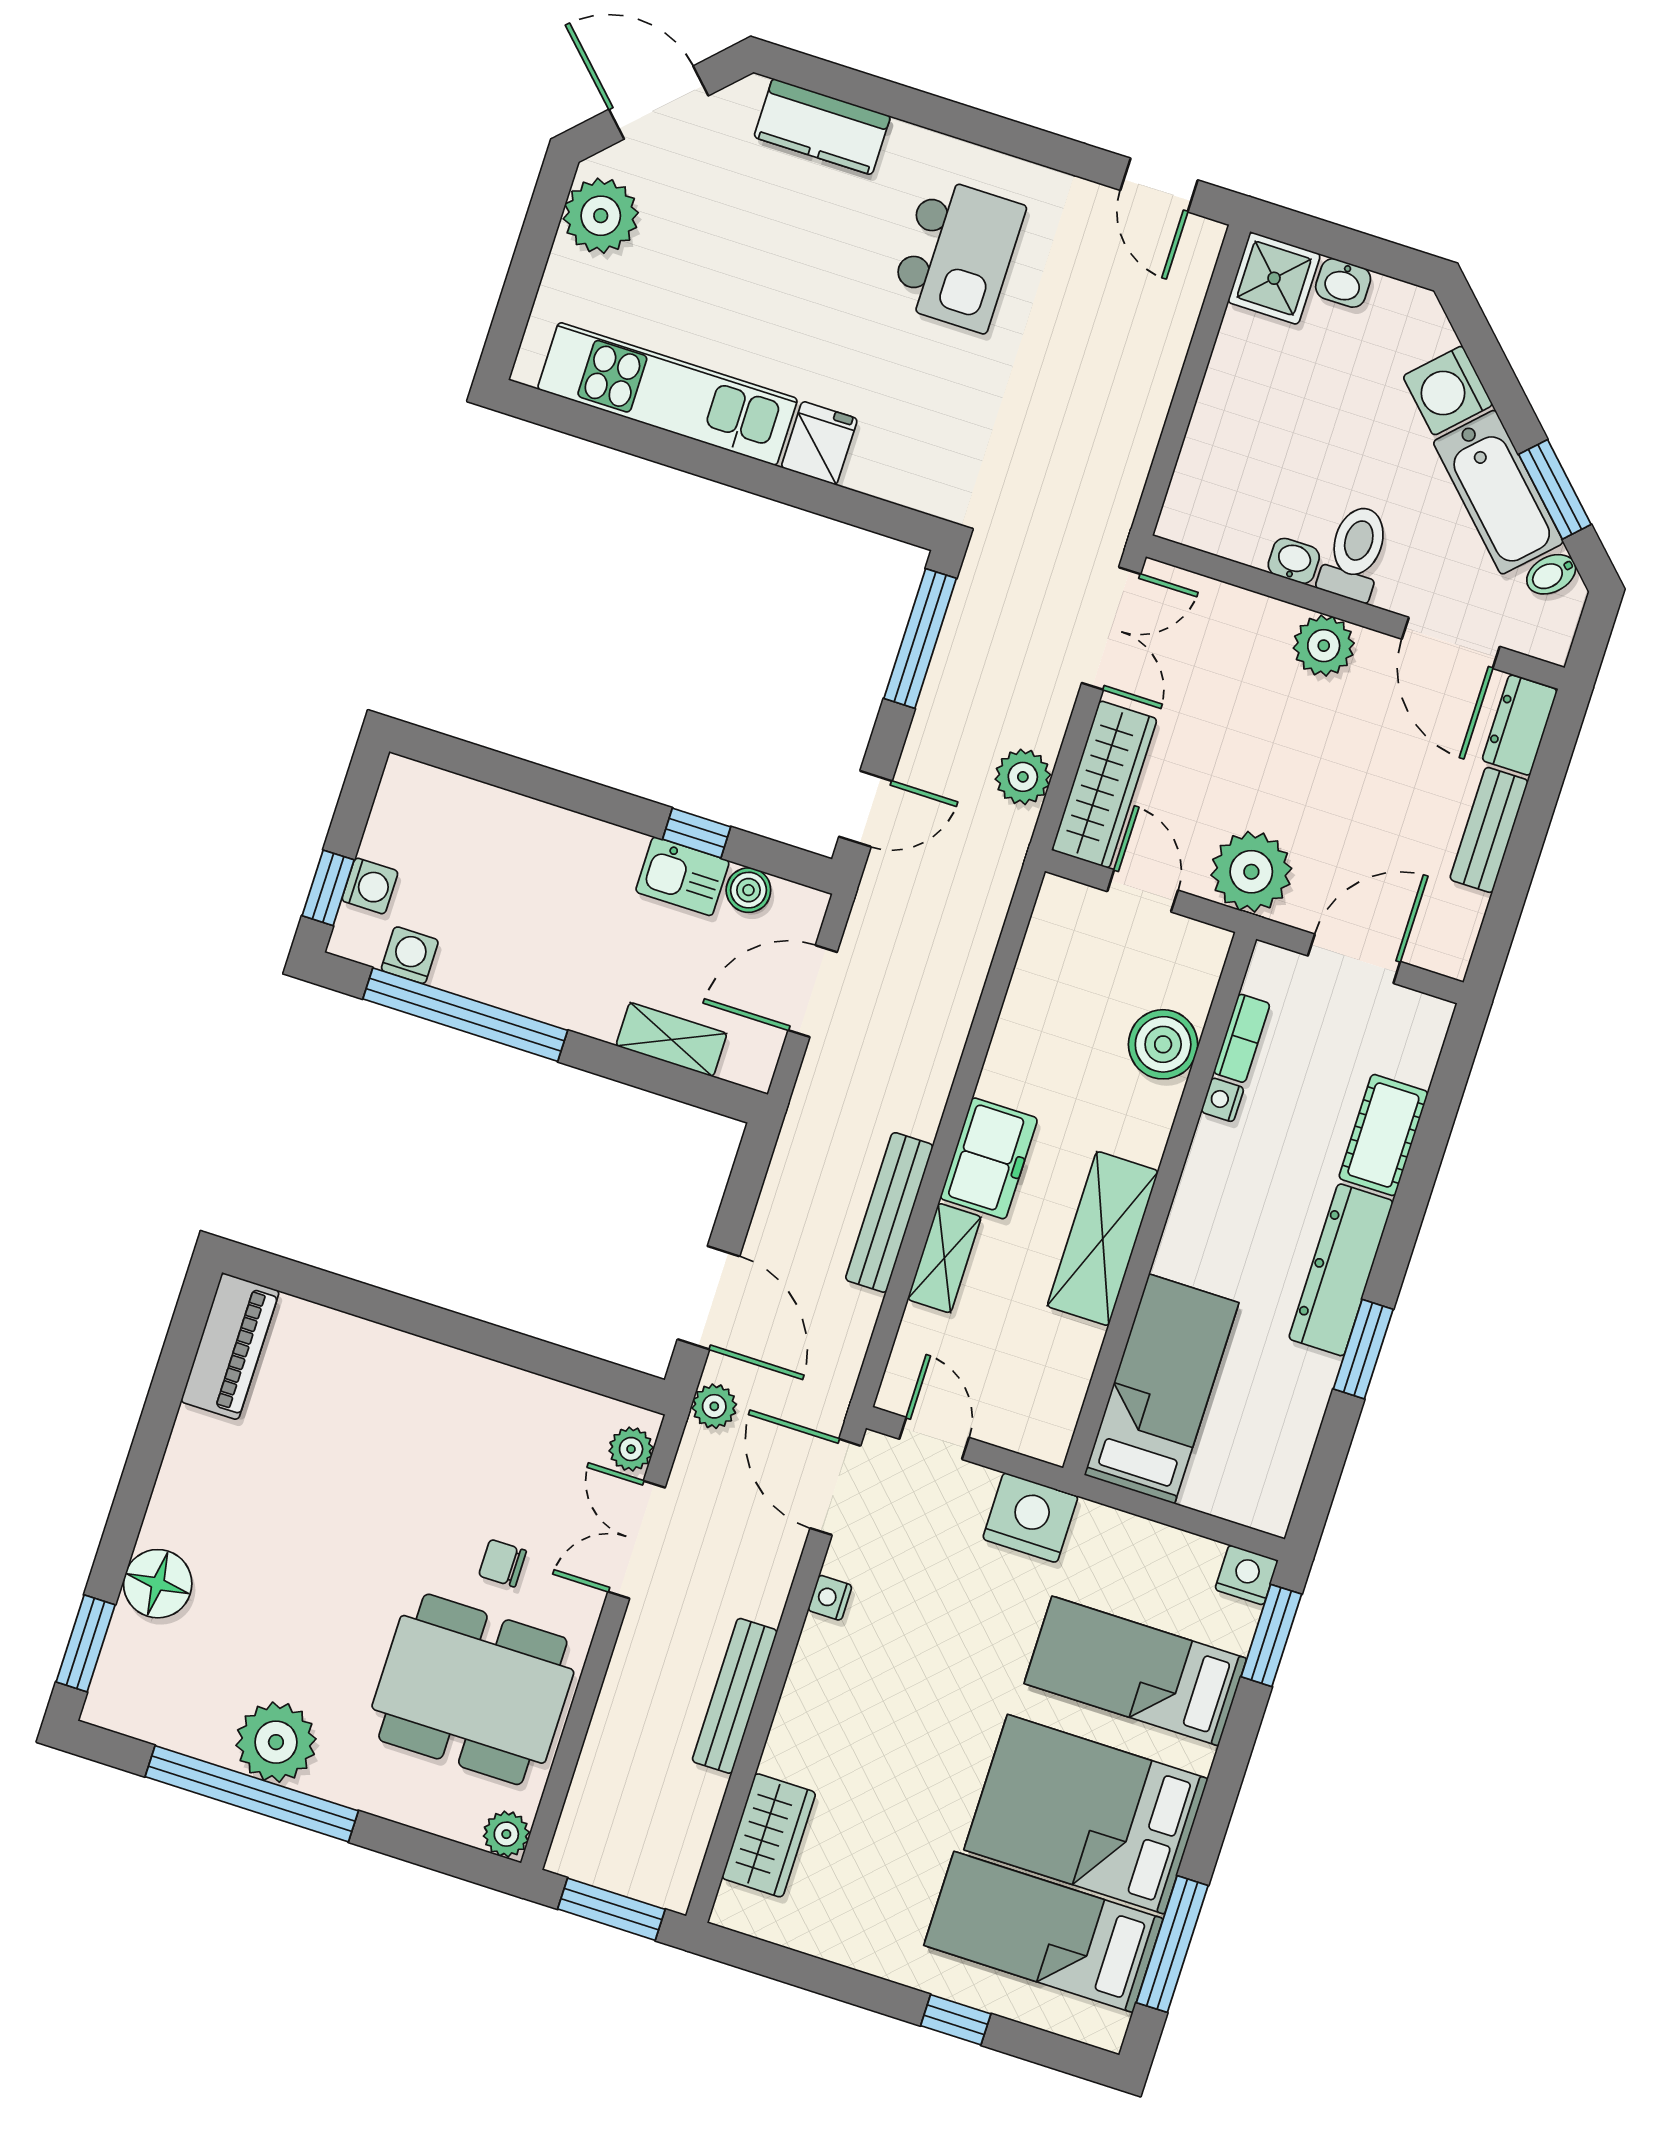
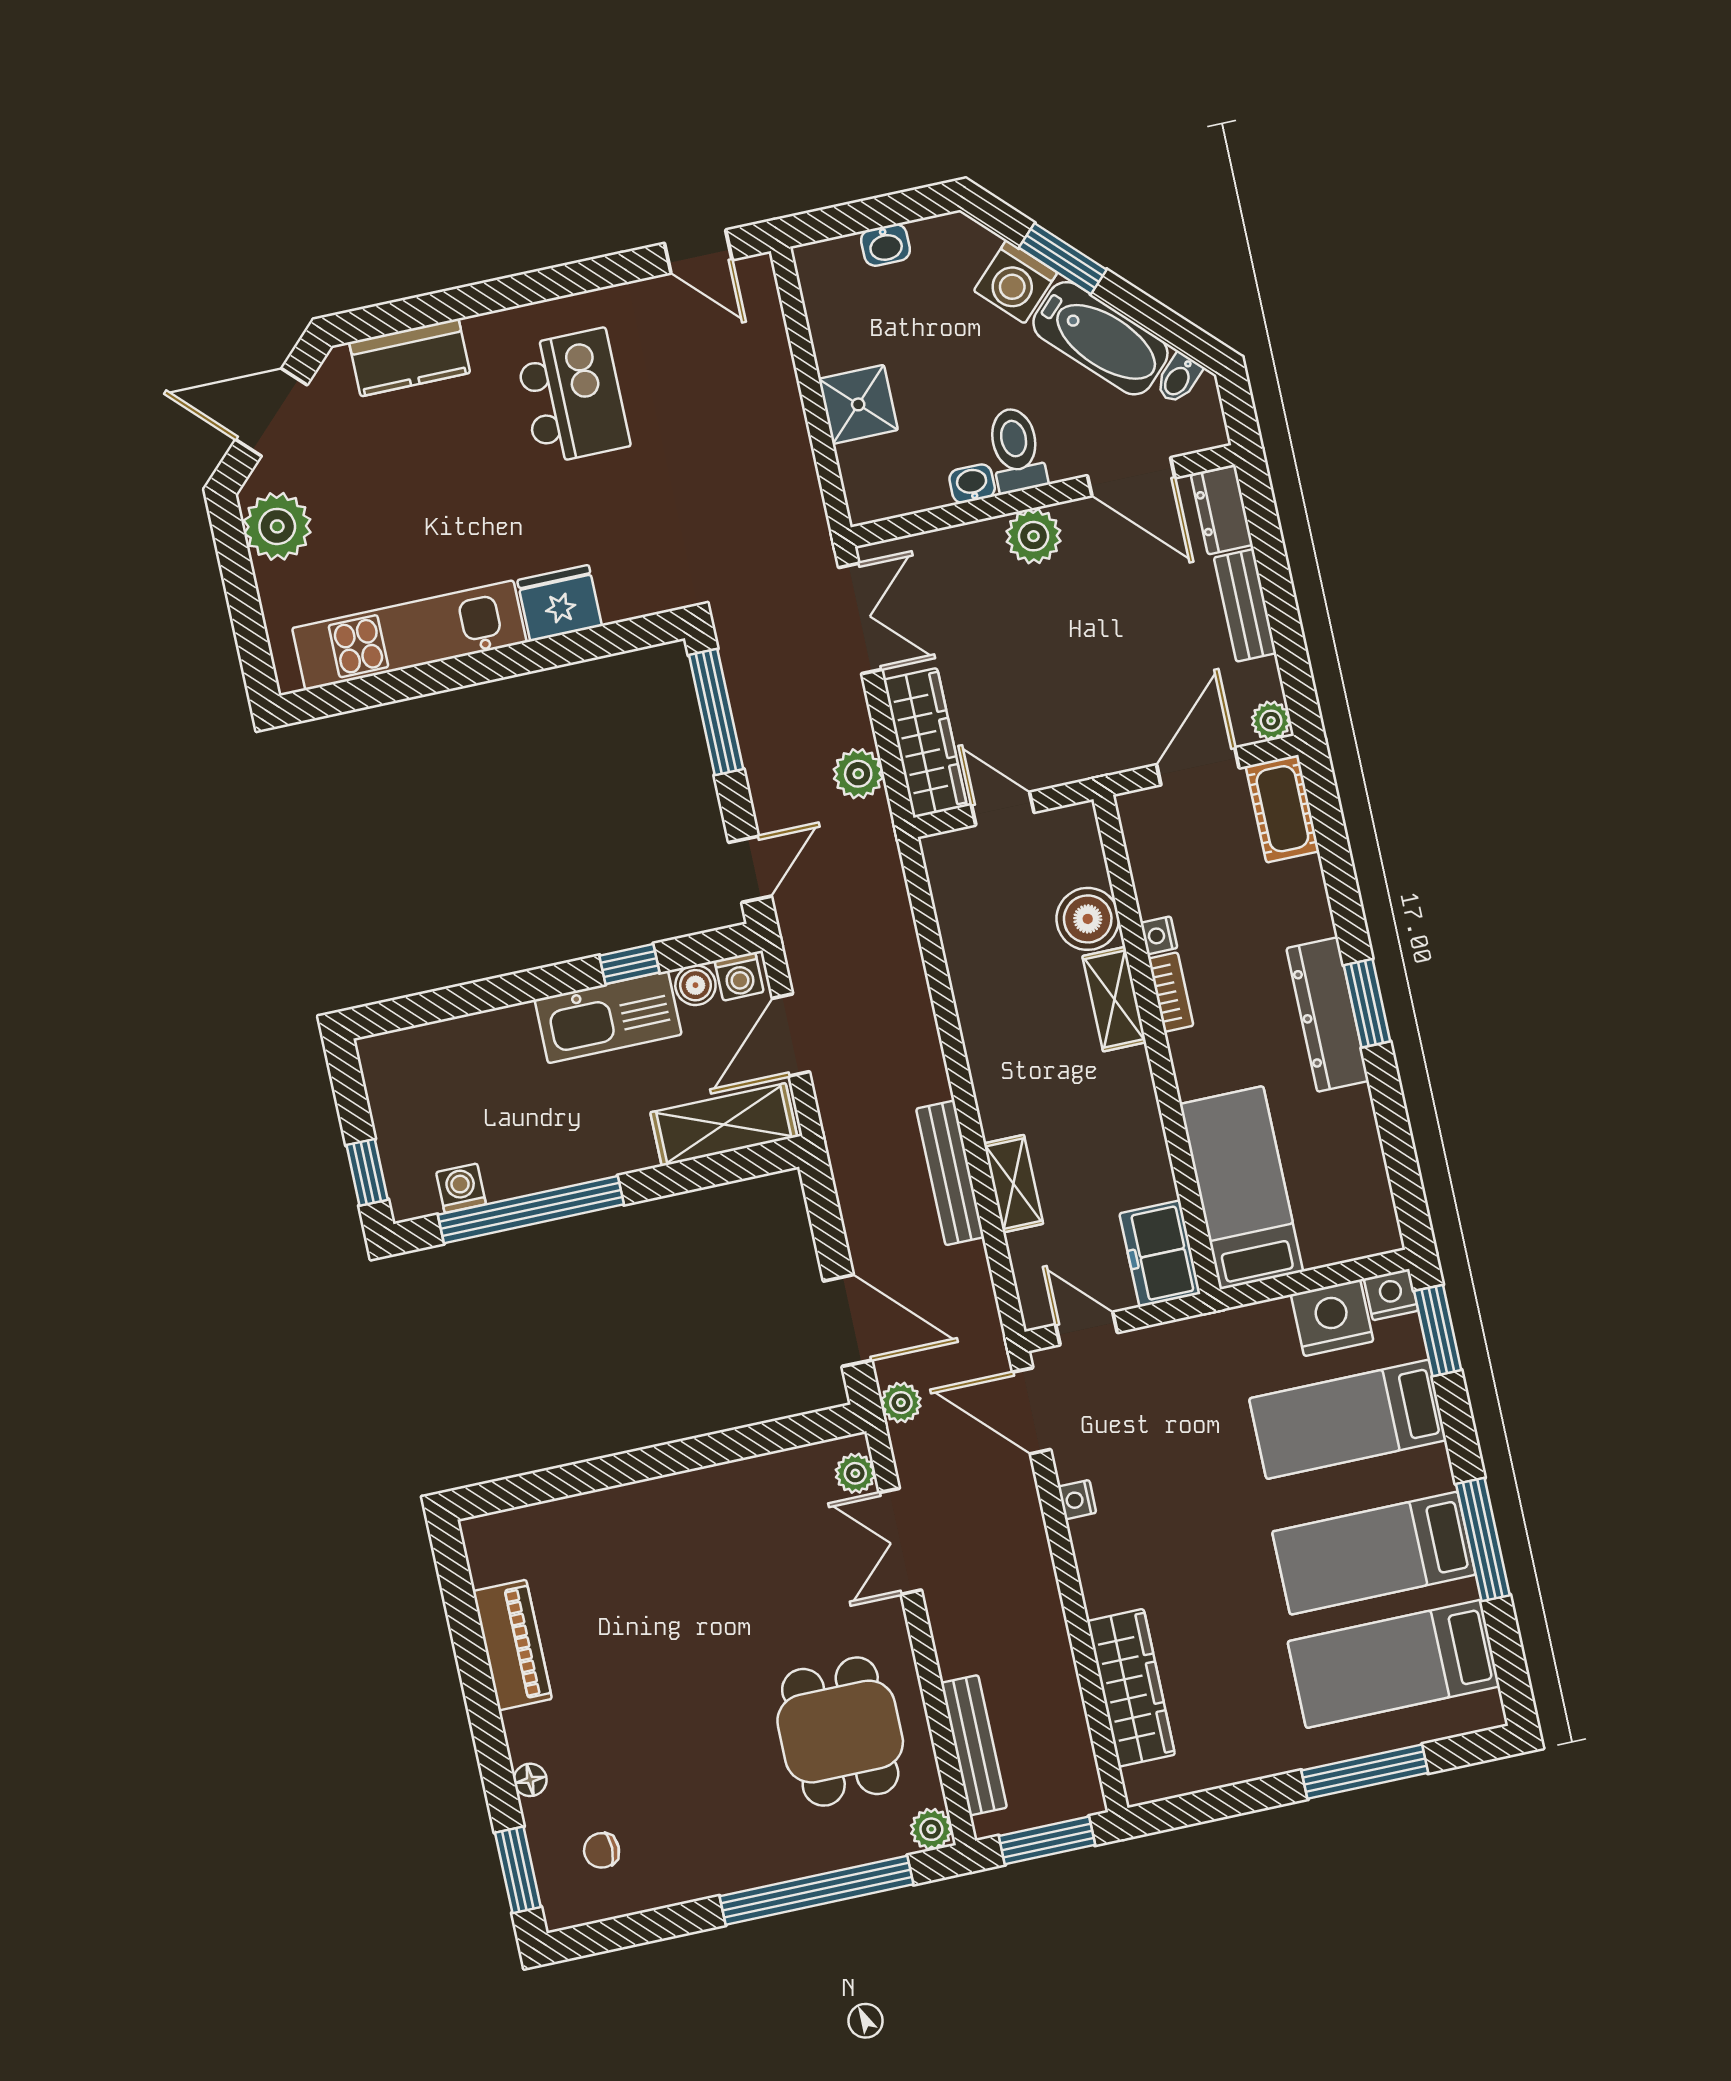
shower: (1274, 278) -> (858, 404), moved
fridge: (819, 443) -> (560, 603), width x1.38
window: (1555, 489) -> (1063, 259), moved
plant: (1251, 872) -> (1271, 721), moved, width x0.53, depth x0.53
kitchen sink: (682, 876) -> (608, 1017), width x1.88, depth x1.24
washing machine: (370, 886) -> (739, 976), moved, turned 90
bookcase: (1242, 1038) -> (1171, 992), moved
shelving: (671, 1040) -> (724, 1125), width x1.50, depth x1.33
cot: (1383, 1135) -> (1282, 809), moved
freezer: (989, 1158) -> (1160, 1254), moved, turned 180
shelving: (1103, 1239) -> (1114, 999), moved, width x0.67, depth x0.75
piano: (230, 1346) -> (512, 1645), moved
window: (1363, 1349) -> (1367, 1003), moved
nightstand: (1030, 1518) -> (1332, 1318), moved
chair: (503, 1563) -> (602, 1850), moved
floor lamp: (158, 1584) -> (530, 1780), width x0.53, depth x0.53
dining table: (473, 1689) -> (840, 1732), width x0.73
bench: (735, 1696) -> (974, 1745), moved
plant: (276, 1742) -> (711, 1861), removed
window: (252, 1794) -> (816, 1890), moved
bed: (1086, 1814) -> (1374, 1553), width x0.67
wardrobe: (769, 1835) -> (1131, 1688), width x1.50
window: (1172, 1944) -> (1483, 1540), moved
window: (956, 2020) -> (1365, 1772), width x2.17

